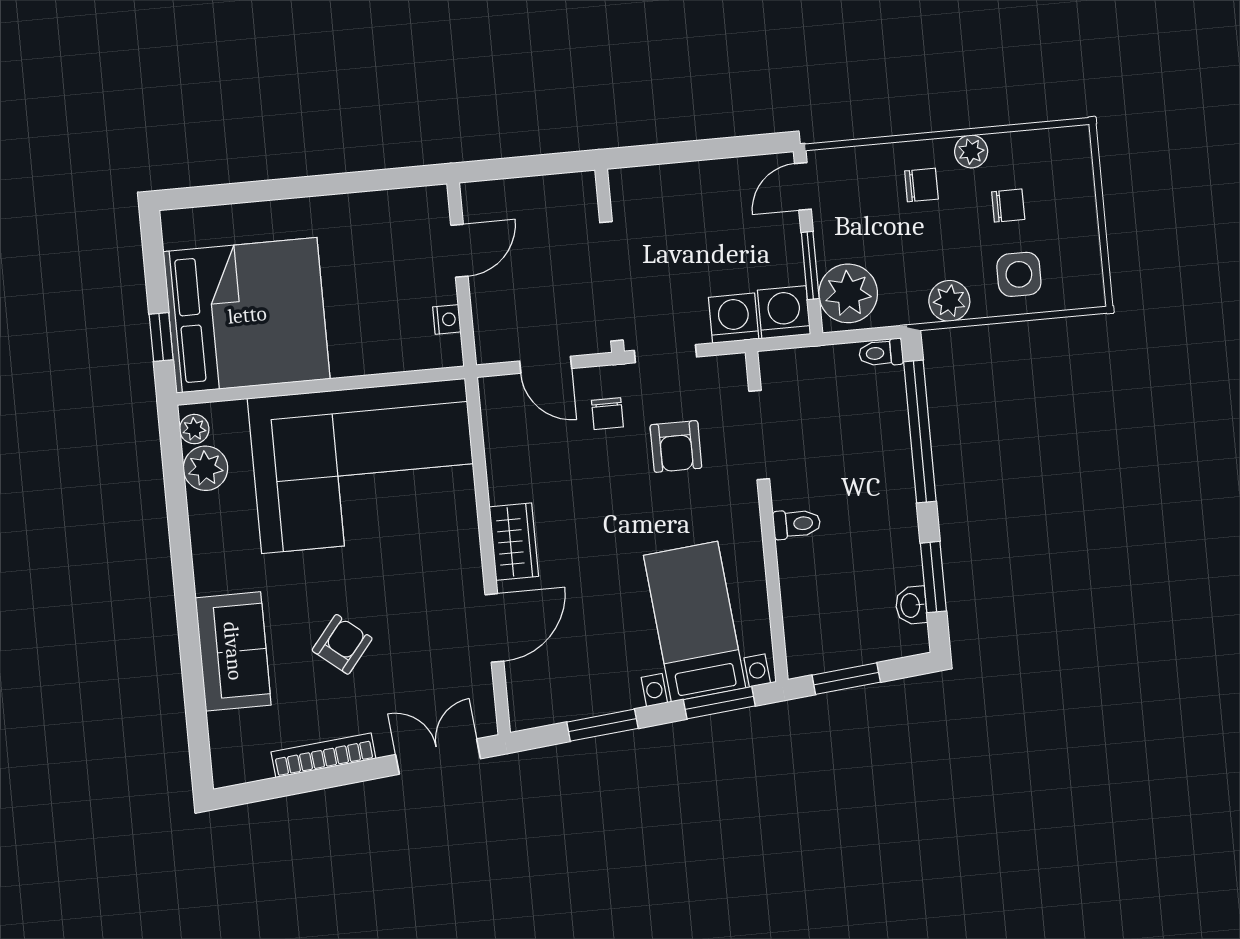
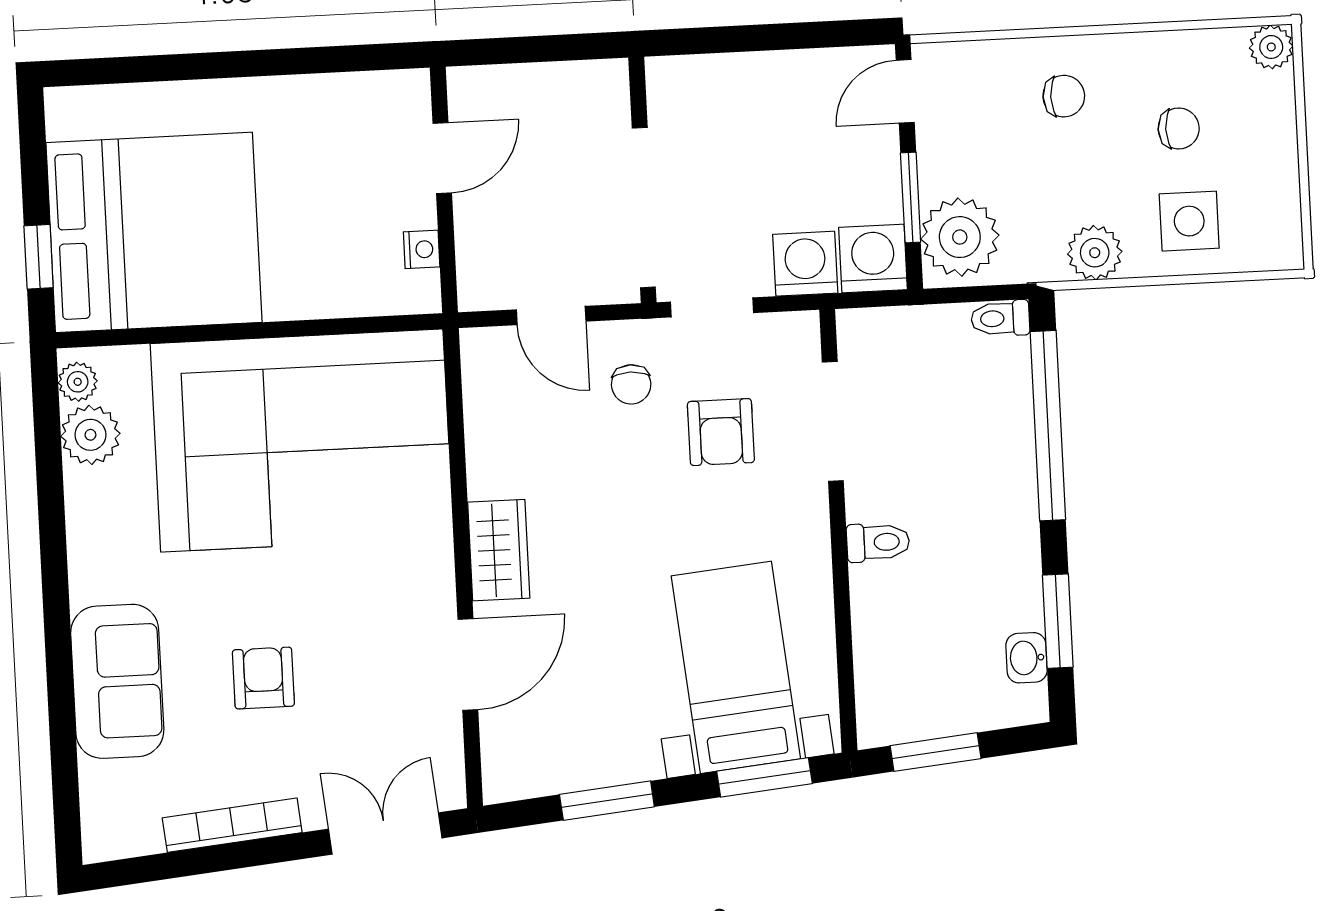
plant: (971, 151) -> (1271, 47), moved
armchair: (342, 644) -> (263, 678), turned -39

